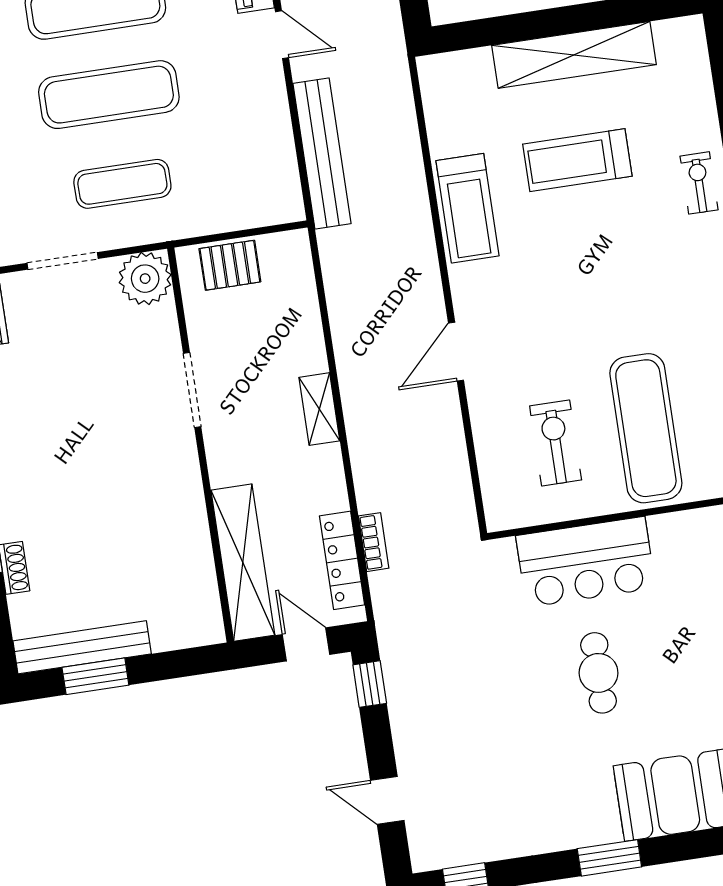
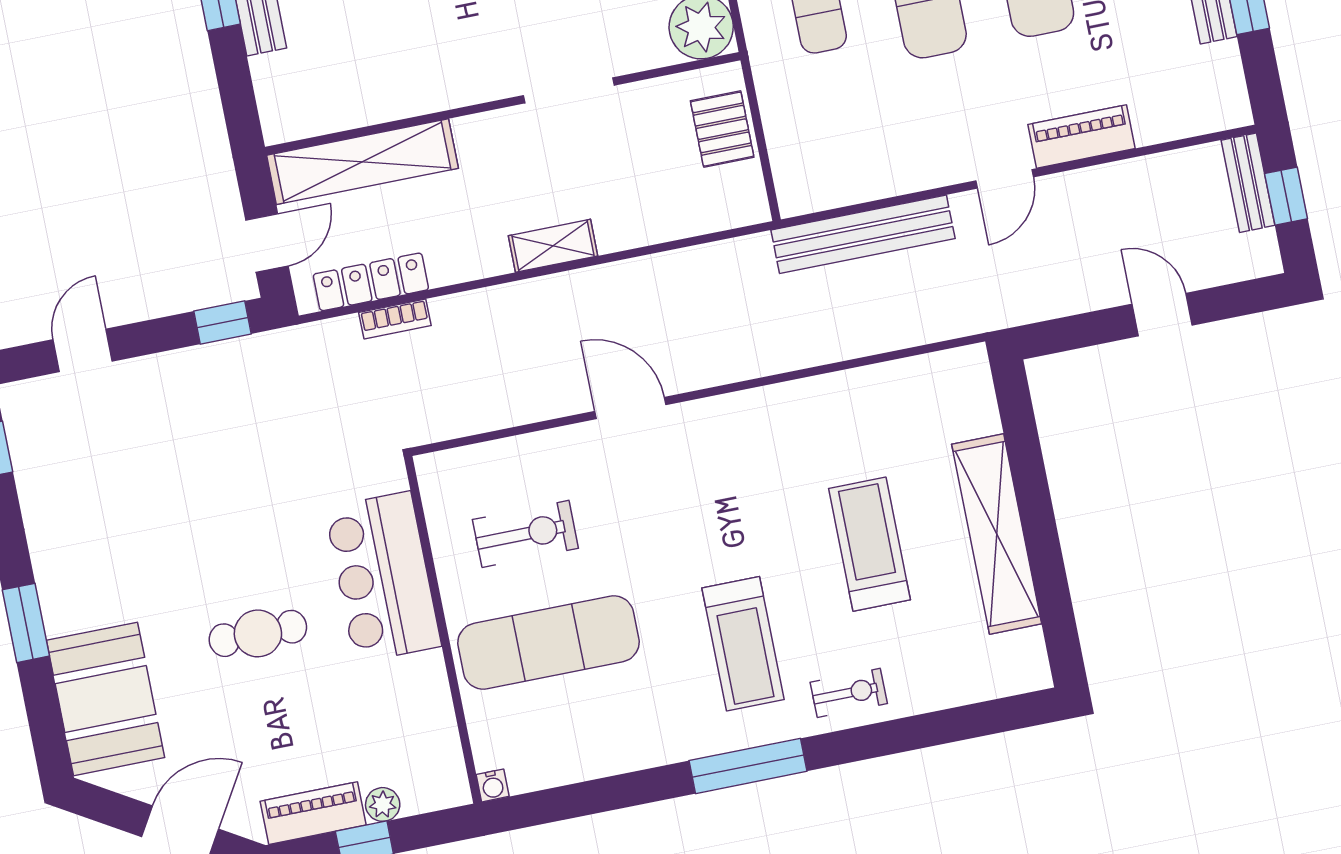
treadmill: (468, 208) -> (743, 644), moved, turned -90
cafe table: (599, 673) -> (258, 633), moved

